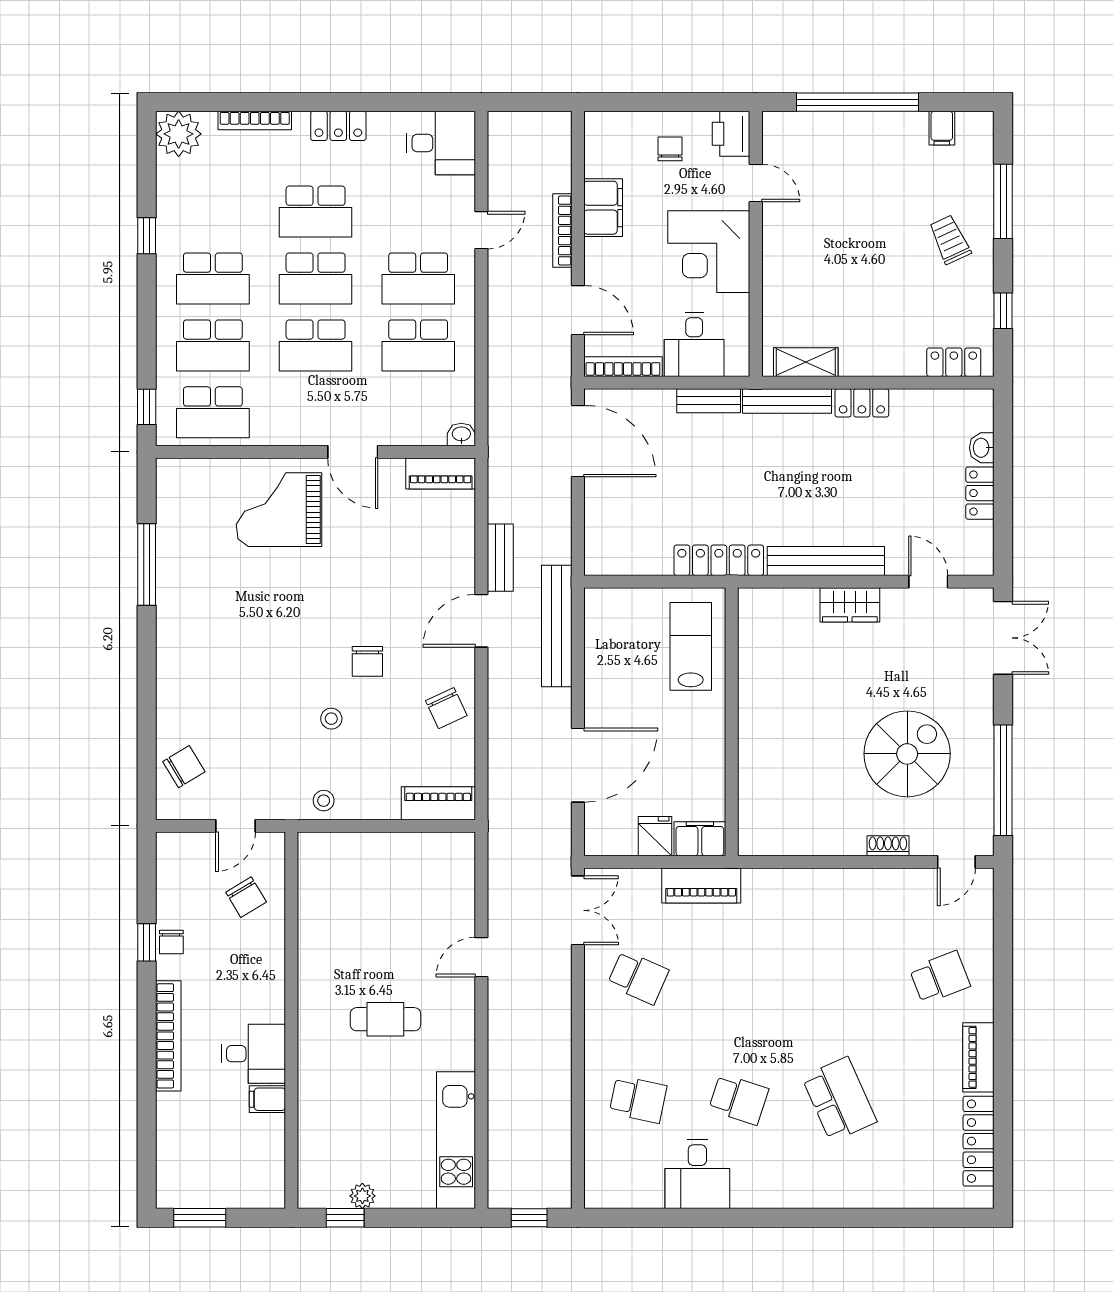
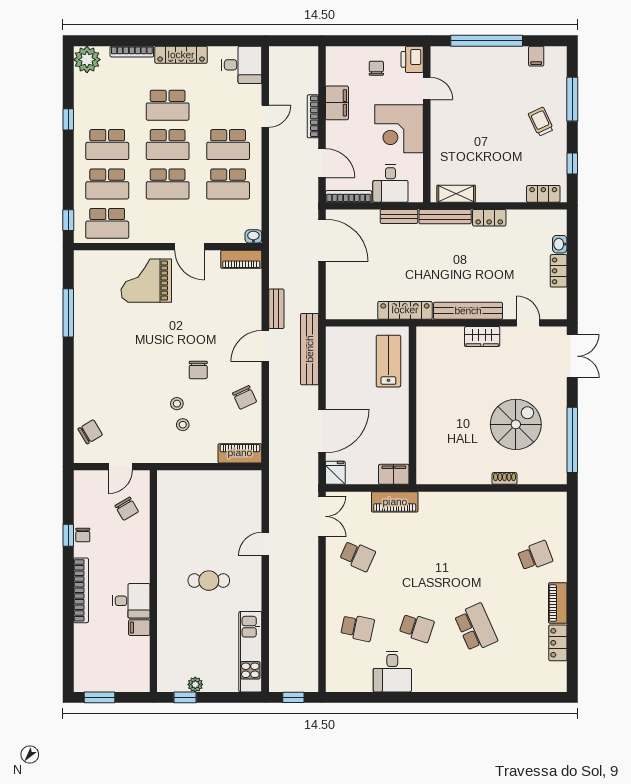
locker: (338, 126) -> (181, 55), width x1.53
stool: (324, 801) -> (183, 425), moved
fridge: (655, 836) -> (335, 473), moved
door: (956, 862) -> (545, 488), removed
locker: (979, 1141) -> (558, 643), width x0.66

